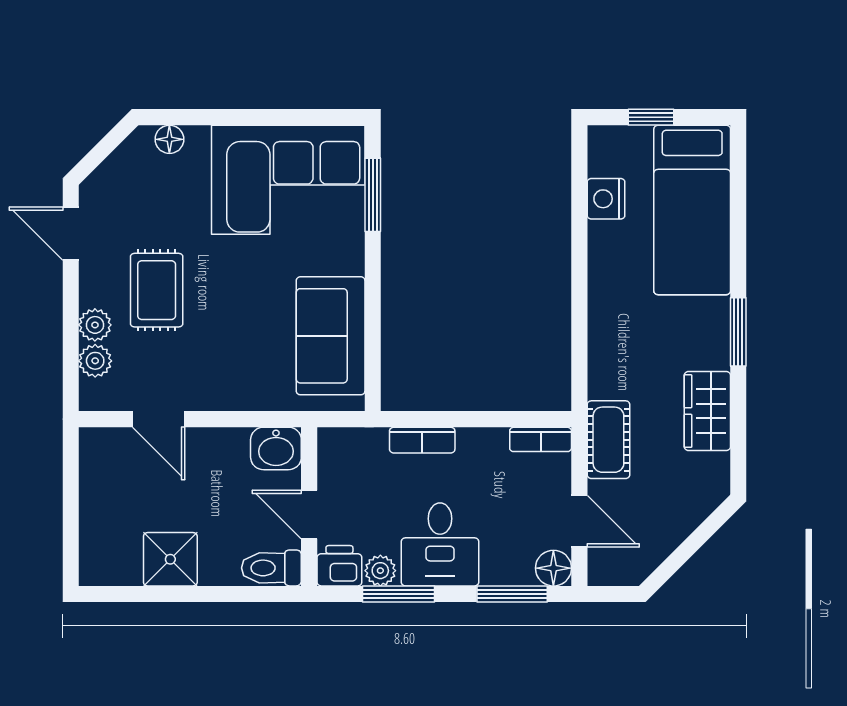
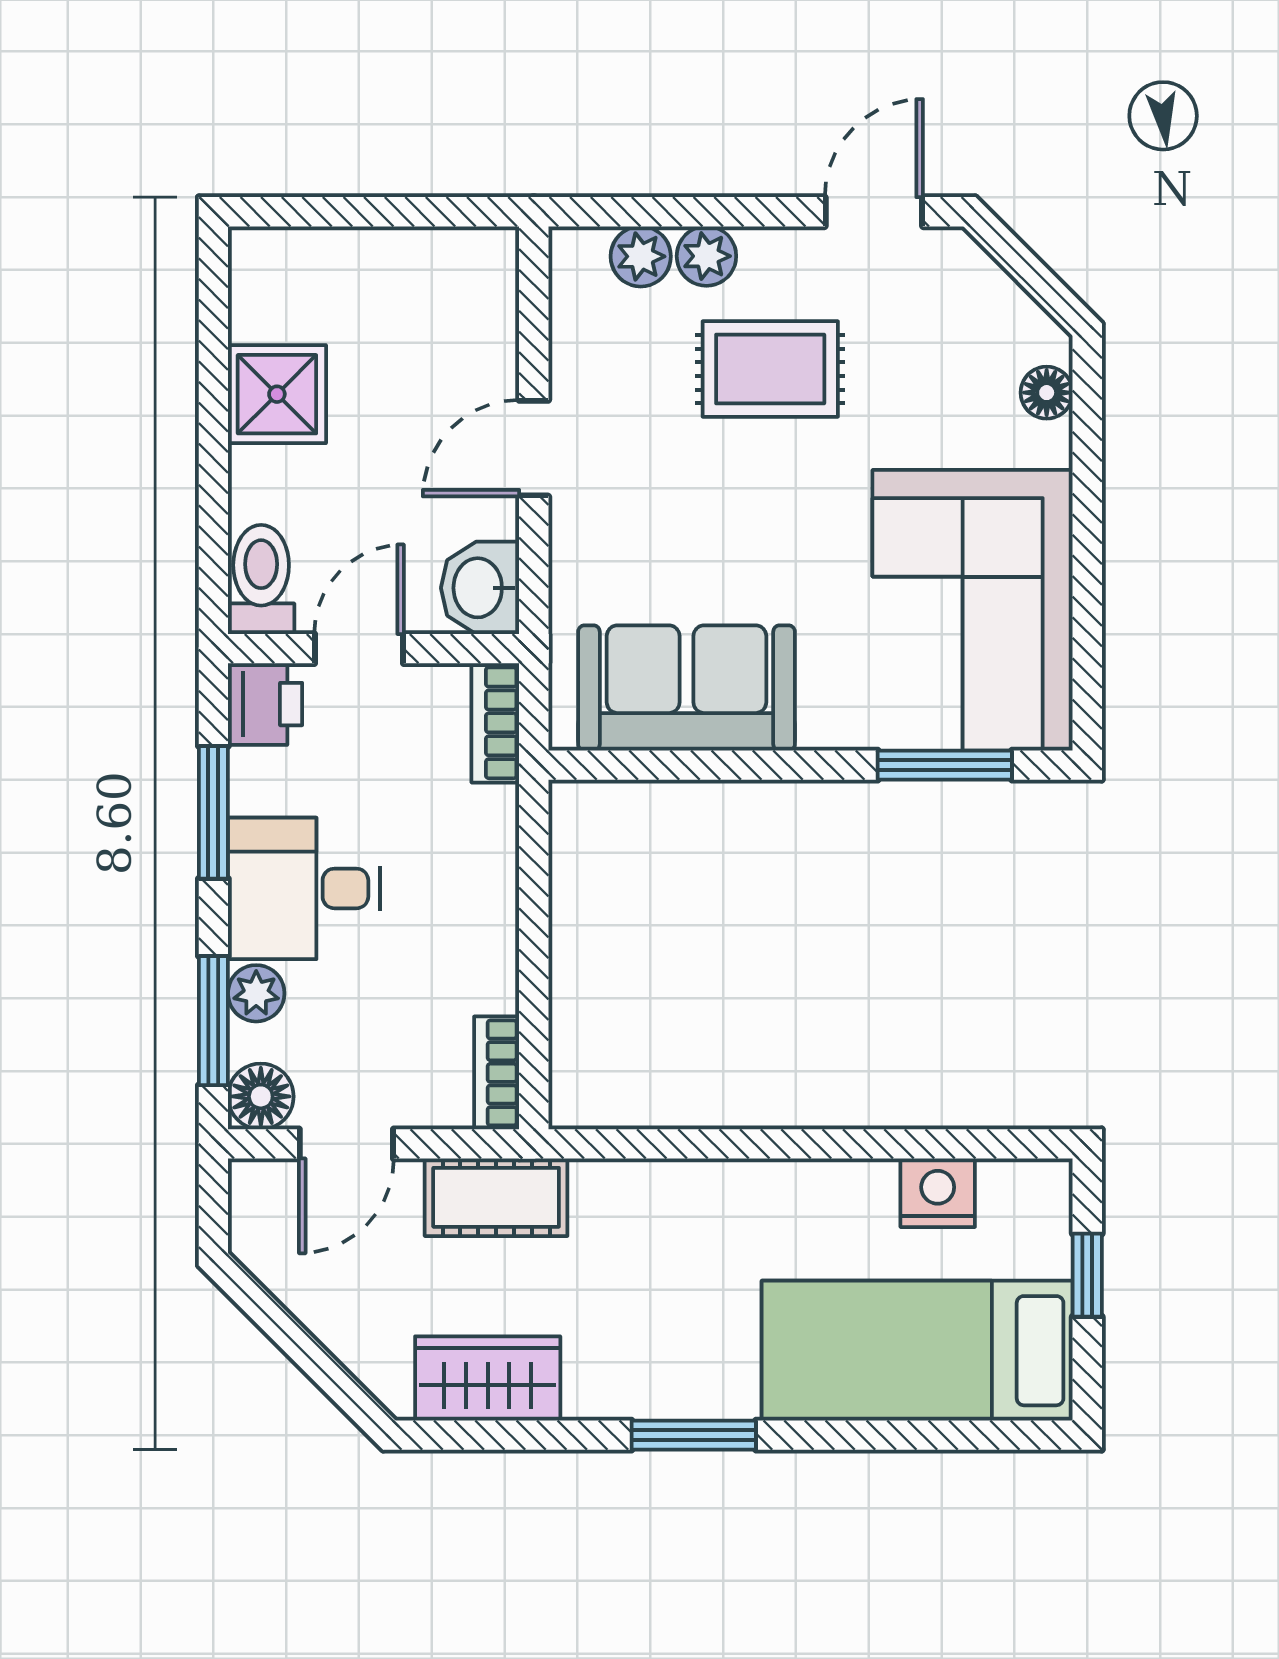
wardrobe: (707, 411) -> (488, 1378), moved
door: (159, 419) -> (534, 448), moved
bookcase: (422, 440) -> (495, 723), moved
plant: (380, 571) -> (256, 993), moved

